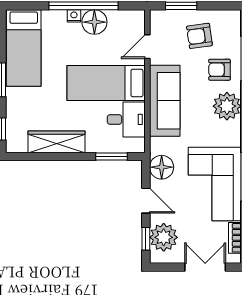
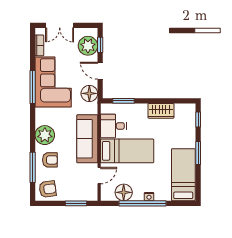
floor lamp: (94, 22) -> (124, 192), moved
armchair: (199, 36) -> (48, 189), moved
wardrobe: (56, 142) -> (161, 111), width x0.67

